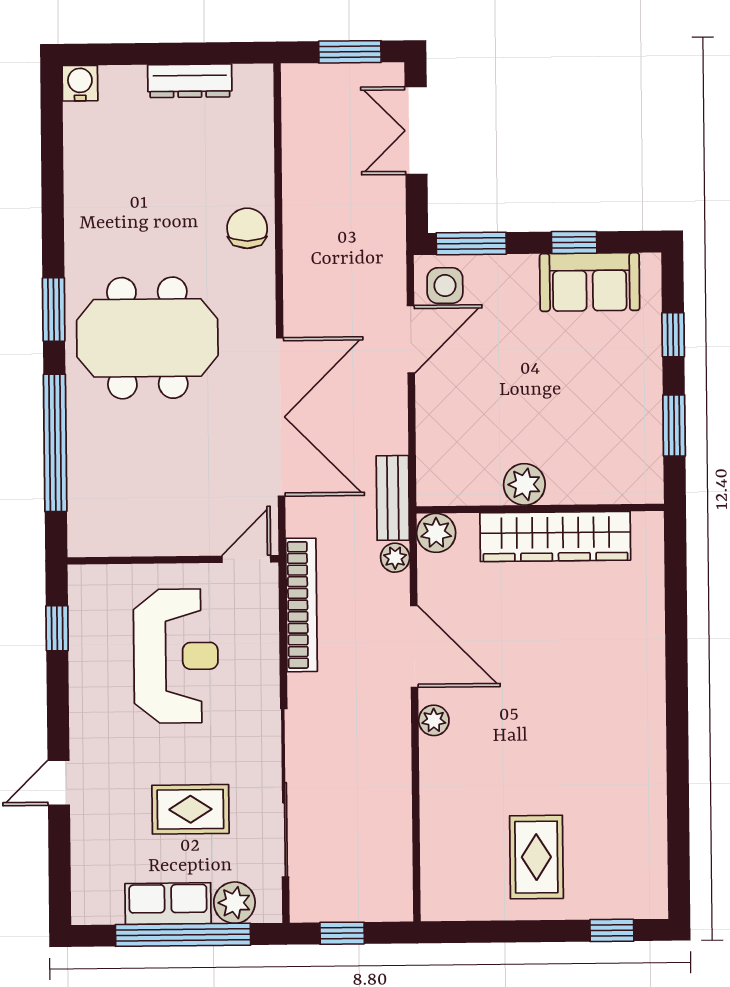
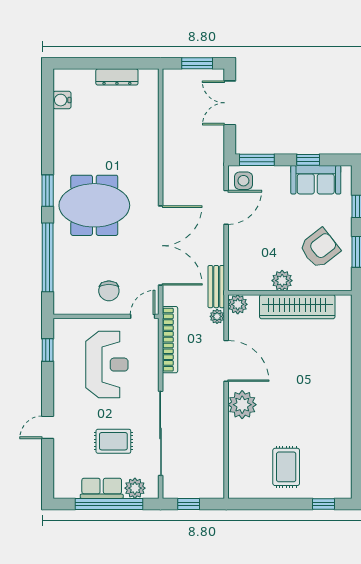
water cooler: (80, 83) -> (62, 100), moved, turned -90
chair: (247, 228) -> (109, 291), moved, turned 180
armchair: (599, 419) -> (320, 248), added
plant: (434, 720) -> (242, 405), width x1.87, depth x1.87

